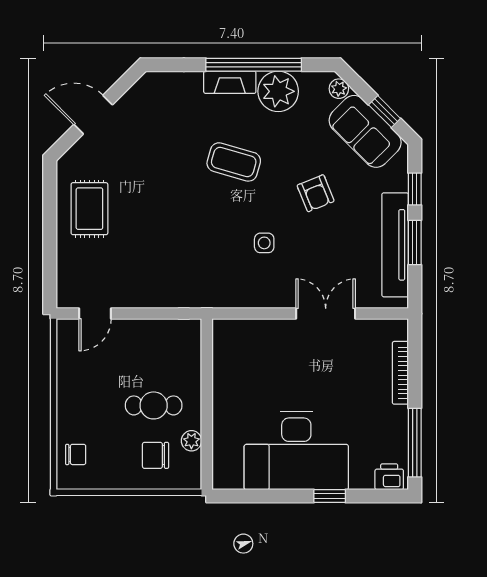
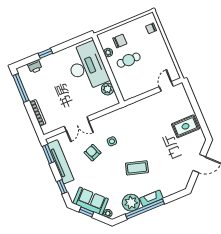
armchair: (316, 193) -> (93, 153), moved
rug: (89, 209) -> (185, 126), turned 90
window: (415, 243) -> (48, 154), moved
plant: (226, 361) -> (108, 89), added
desk: (296, 451) -> (87, 66), moved, turned 90
printer: (389, 477) -> (35, 67), moved

